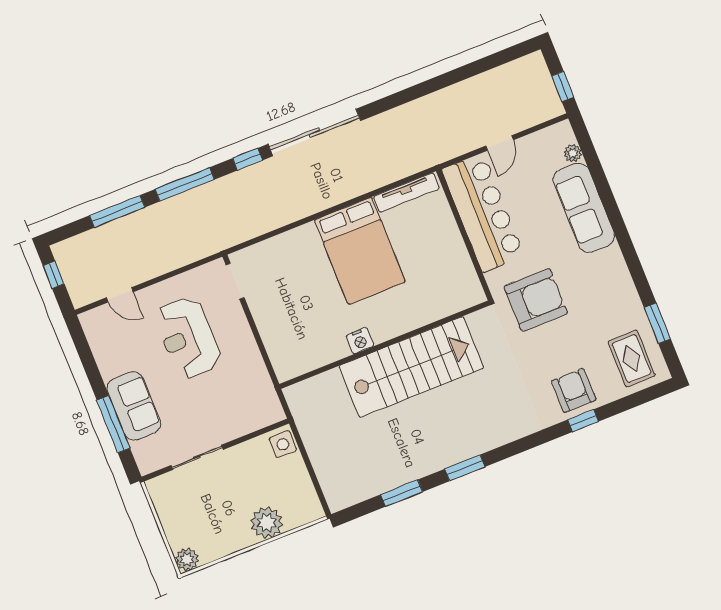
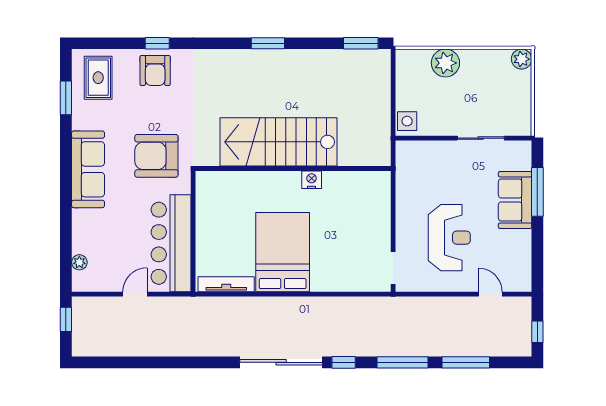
sofa: (584, 208) -> (88, 169), moved
window: (402, 493) -> (361, 43), moved

